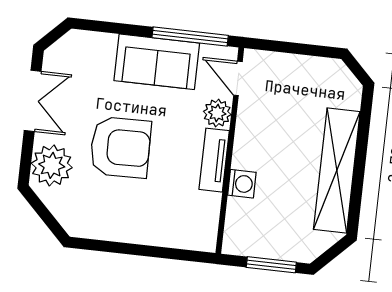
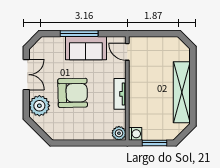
window: (190, 36) -> (79, 34), moved
plant: (217, 113) -> (119, 133), moved
washing machine: (242, 184) -> (135, 134), moved

